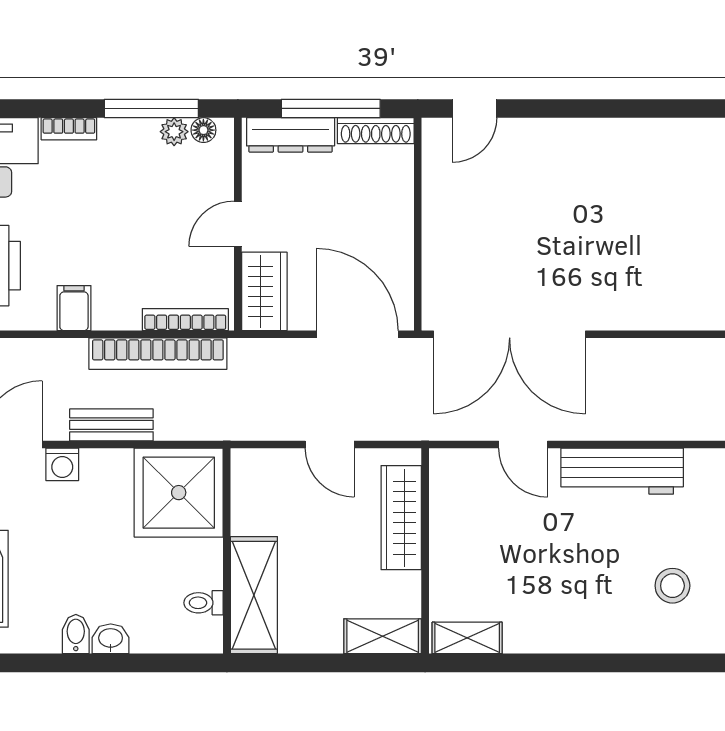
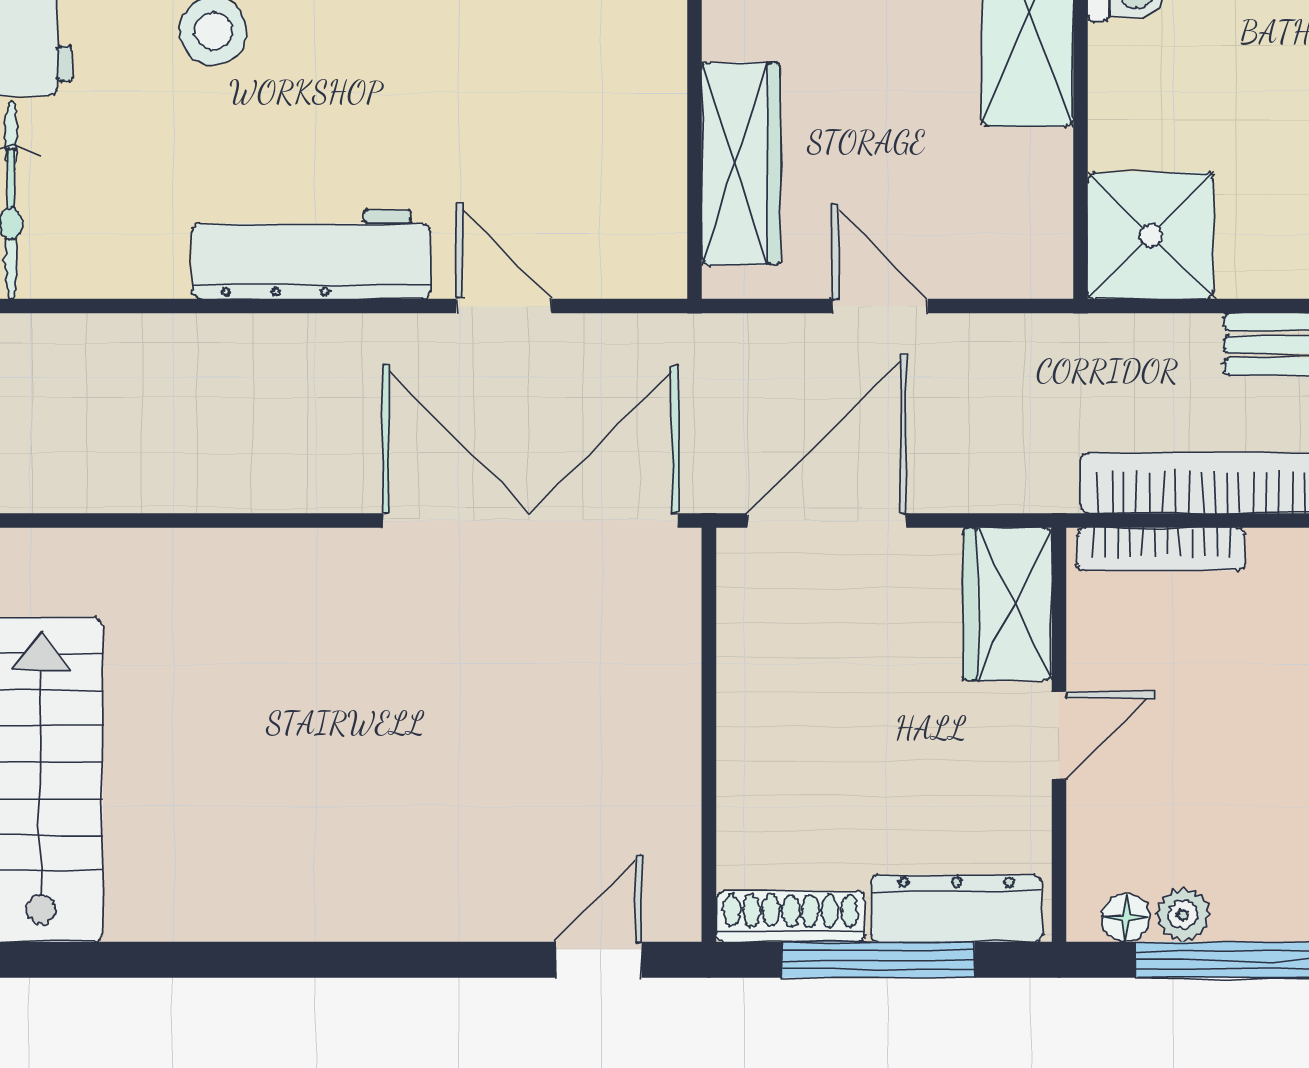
door: (357, 334) -> (827, 520), swing flipped
shower: (179, 493) -> (1151, 236), width x0.73, depth x0.73

